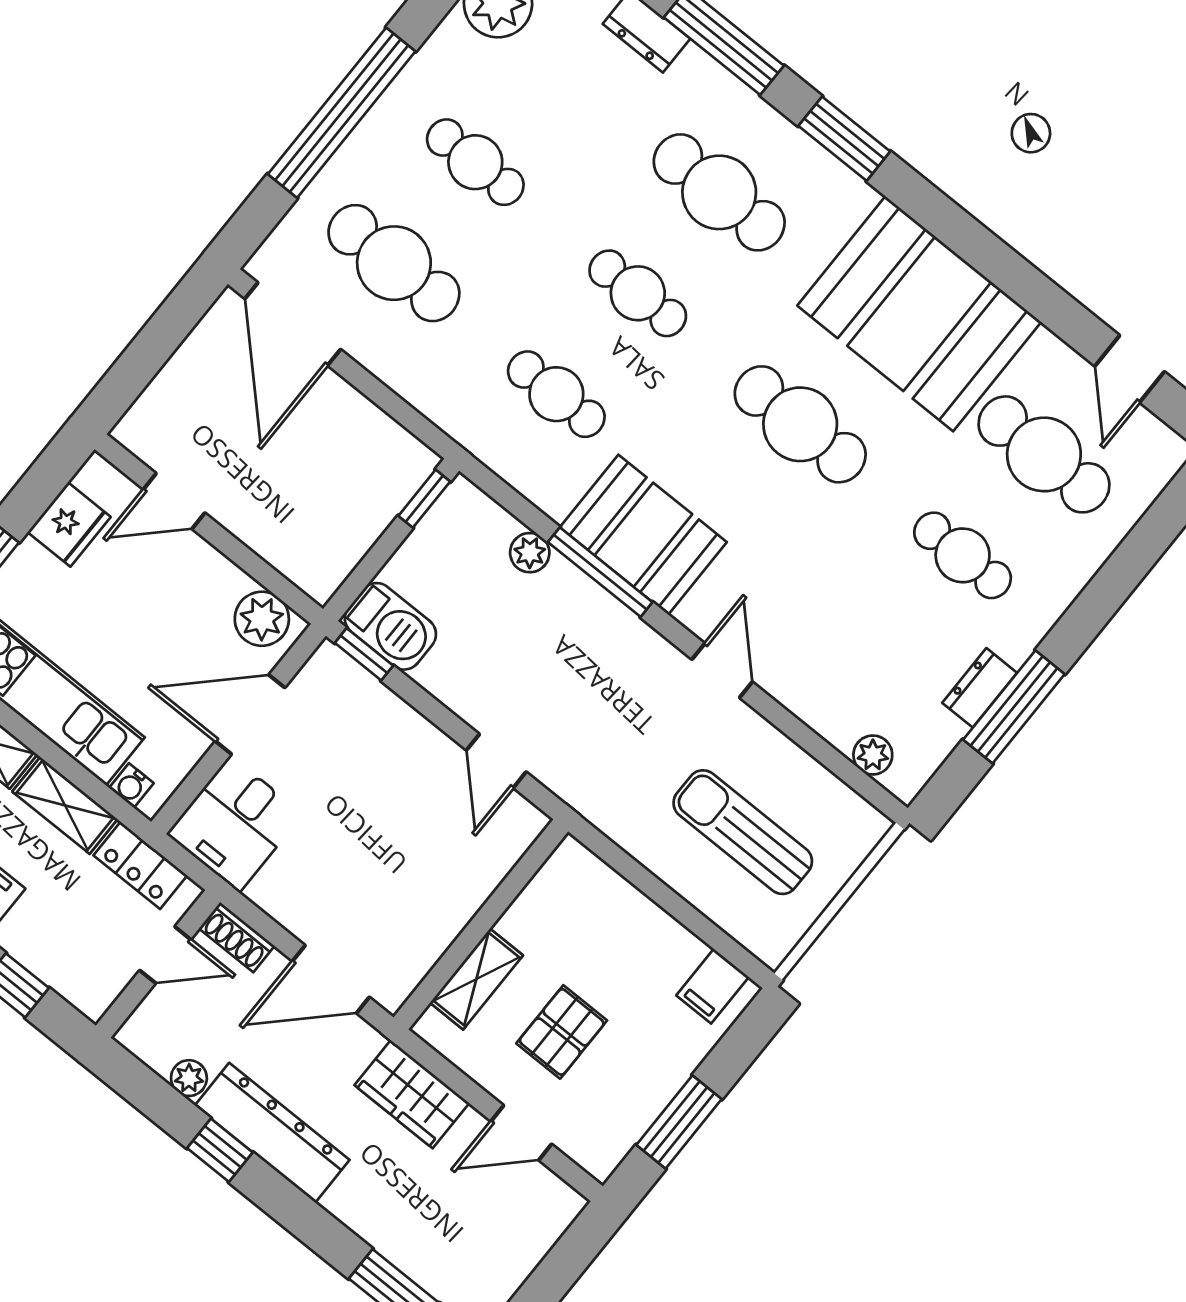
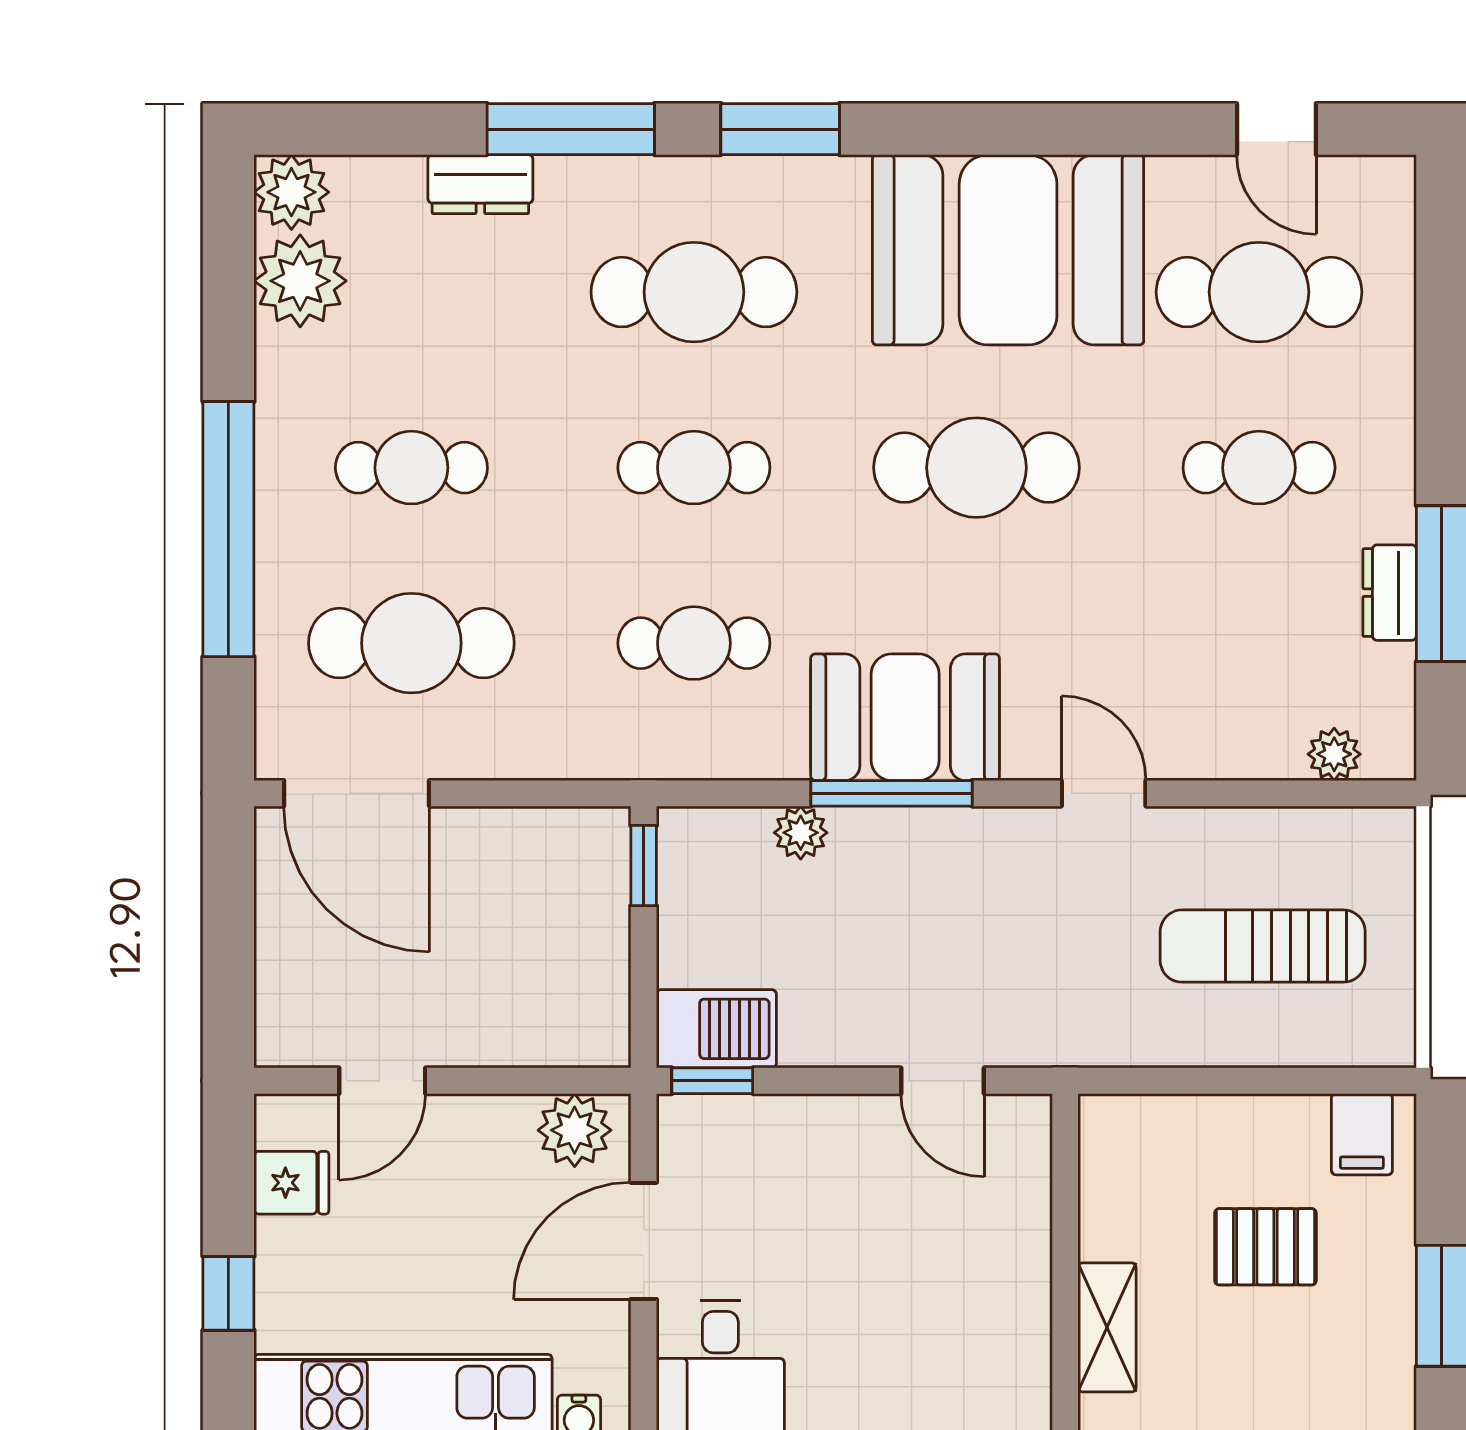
fridge: (69, 525) -> (291, 1183), width x0.72
pallet: (562, 1032) -> (1265, 1247), moved, turned 90

